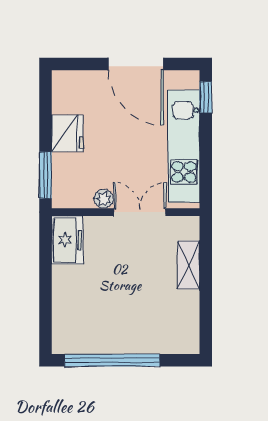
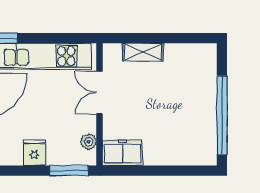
fridge: (67, 133) -> (34, 153), width x0.72
plant: (104, 199) -> (89, 142), moved

